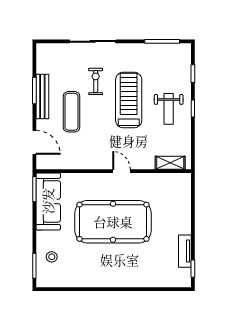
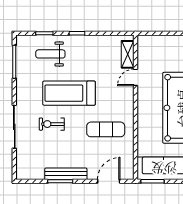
weight bench: (169, 109) -> (50, 54), moved, turned 180
exercise mat: (71, 112) -> (106, 129), moved
door: (122, 171) -> (136, 77), moved

